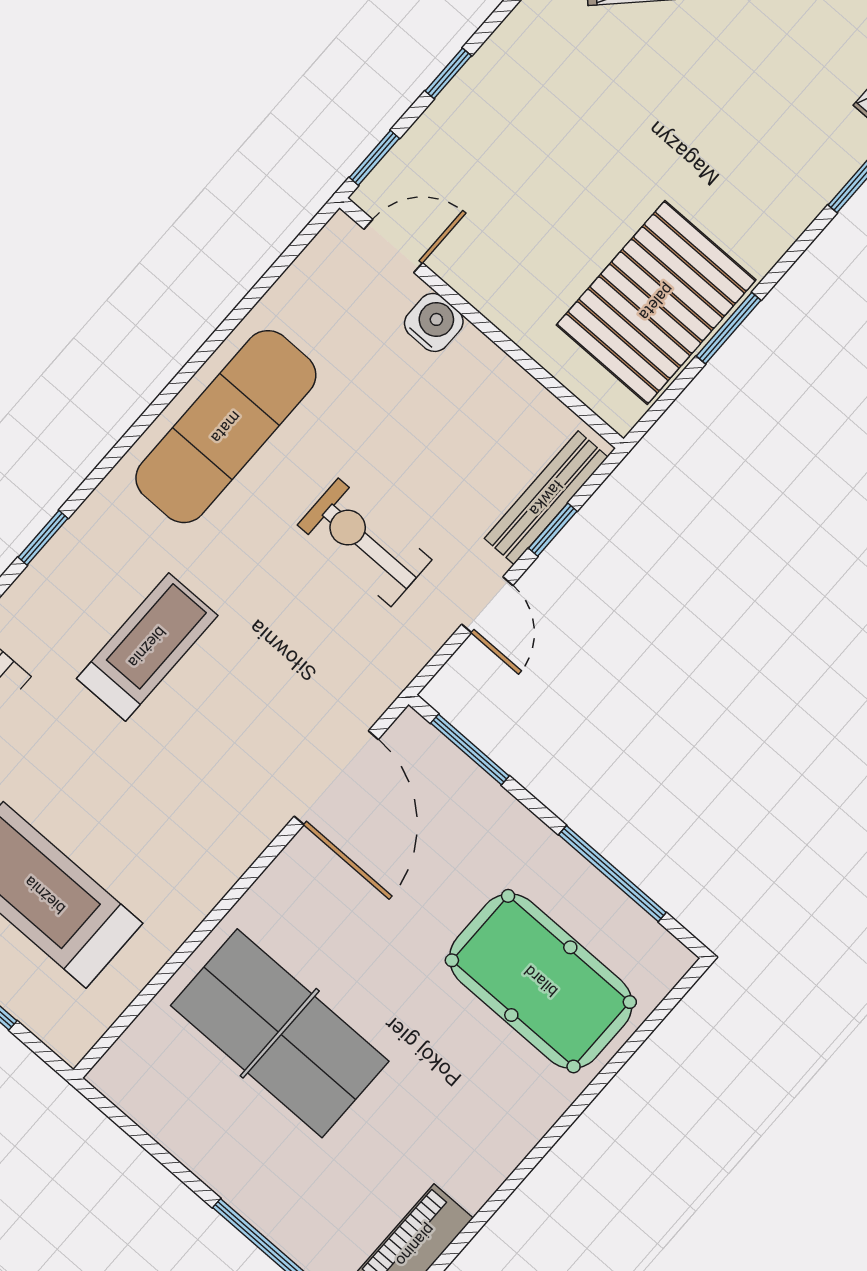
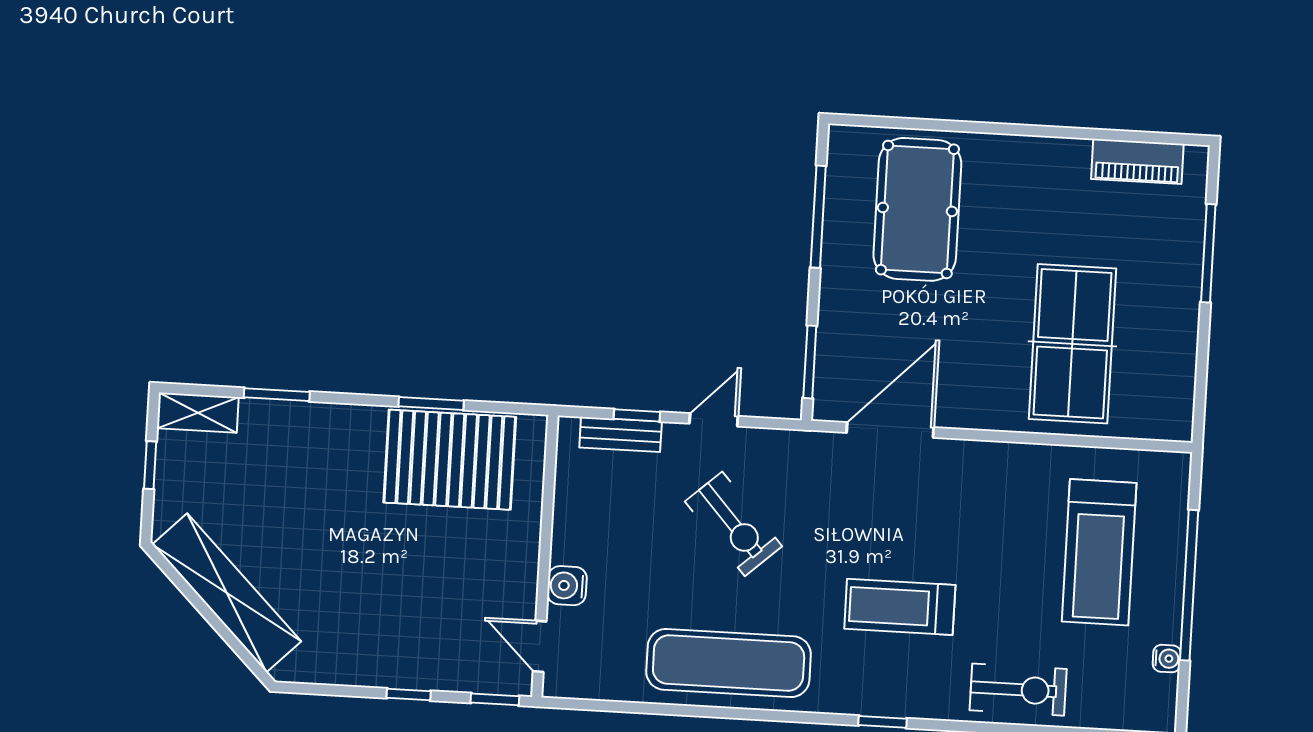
bench: (546, 498) -> (621, 434), width x0.73
exercise bike: (365, 542) -> (733, 524), turned -42

